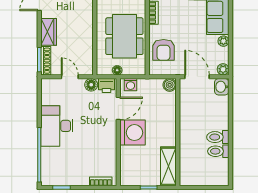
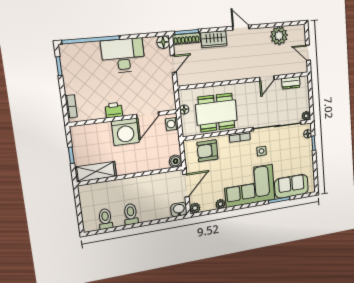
floor lamp: (91, 85) -> (163, 42), moved
printer: (107, 86) -> (114, 110), moved, turned 90
door: (118, 108) -> (148, 115), hinge flipped
toilet: (218, 151) -> (105, 219), moved

